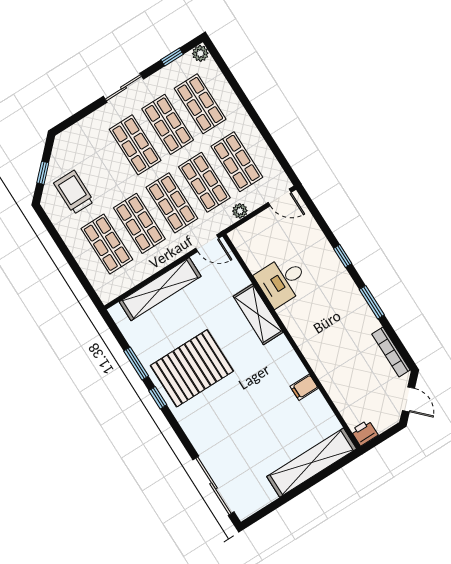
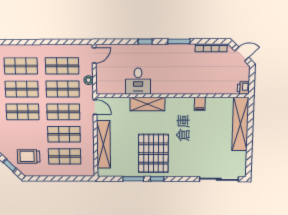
door: (207, 243) -> (95, 107), hinge flipped

